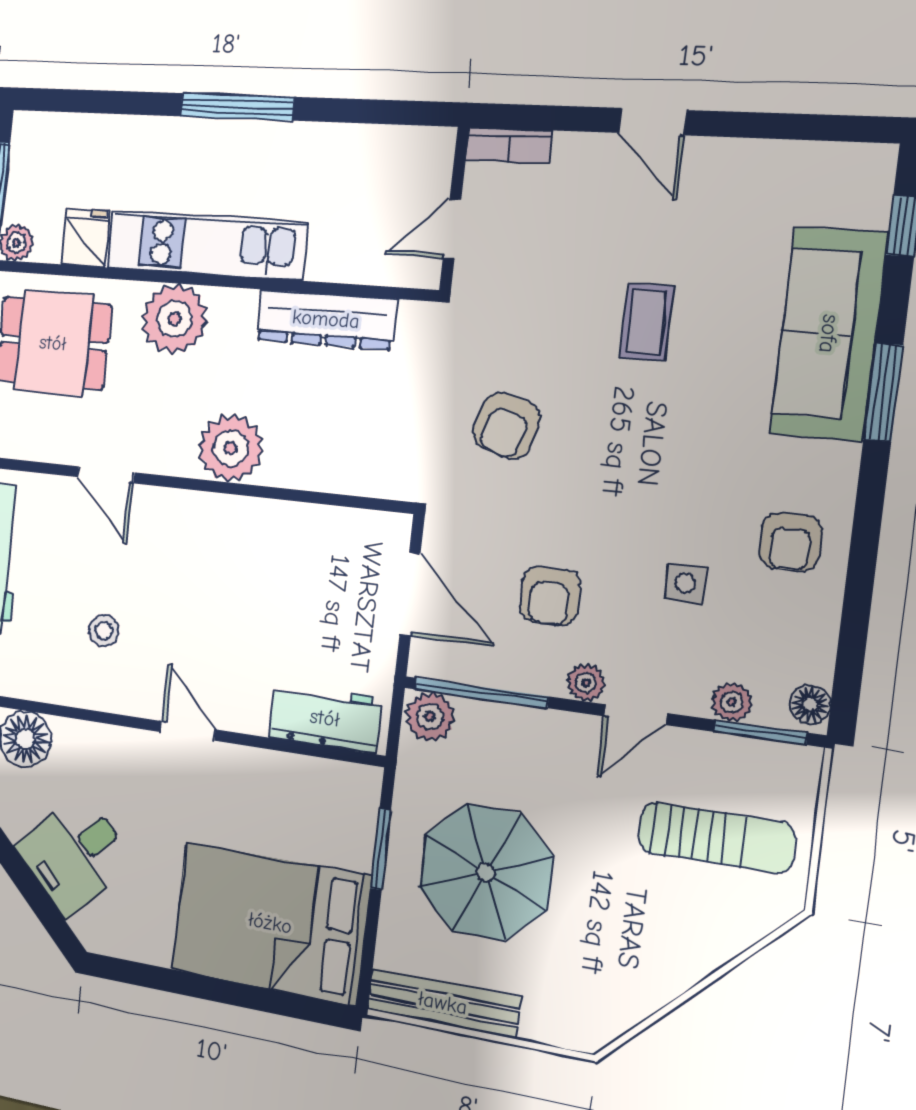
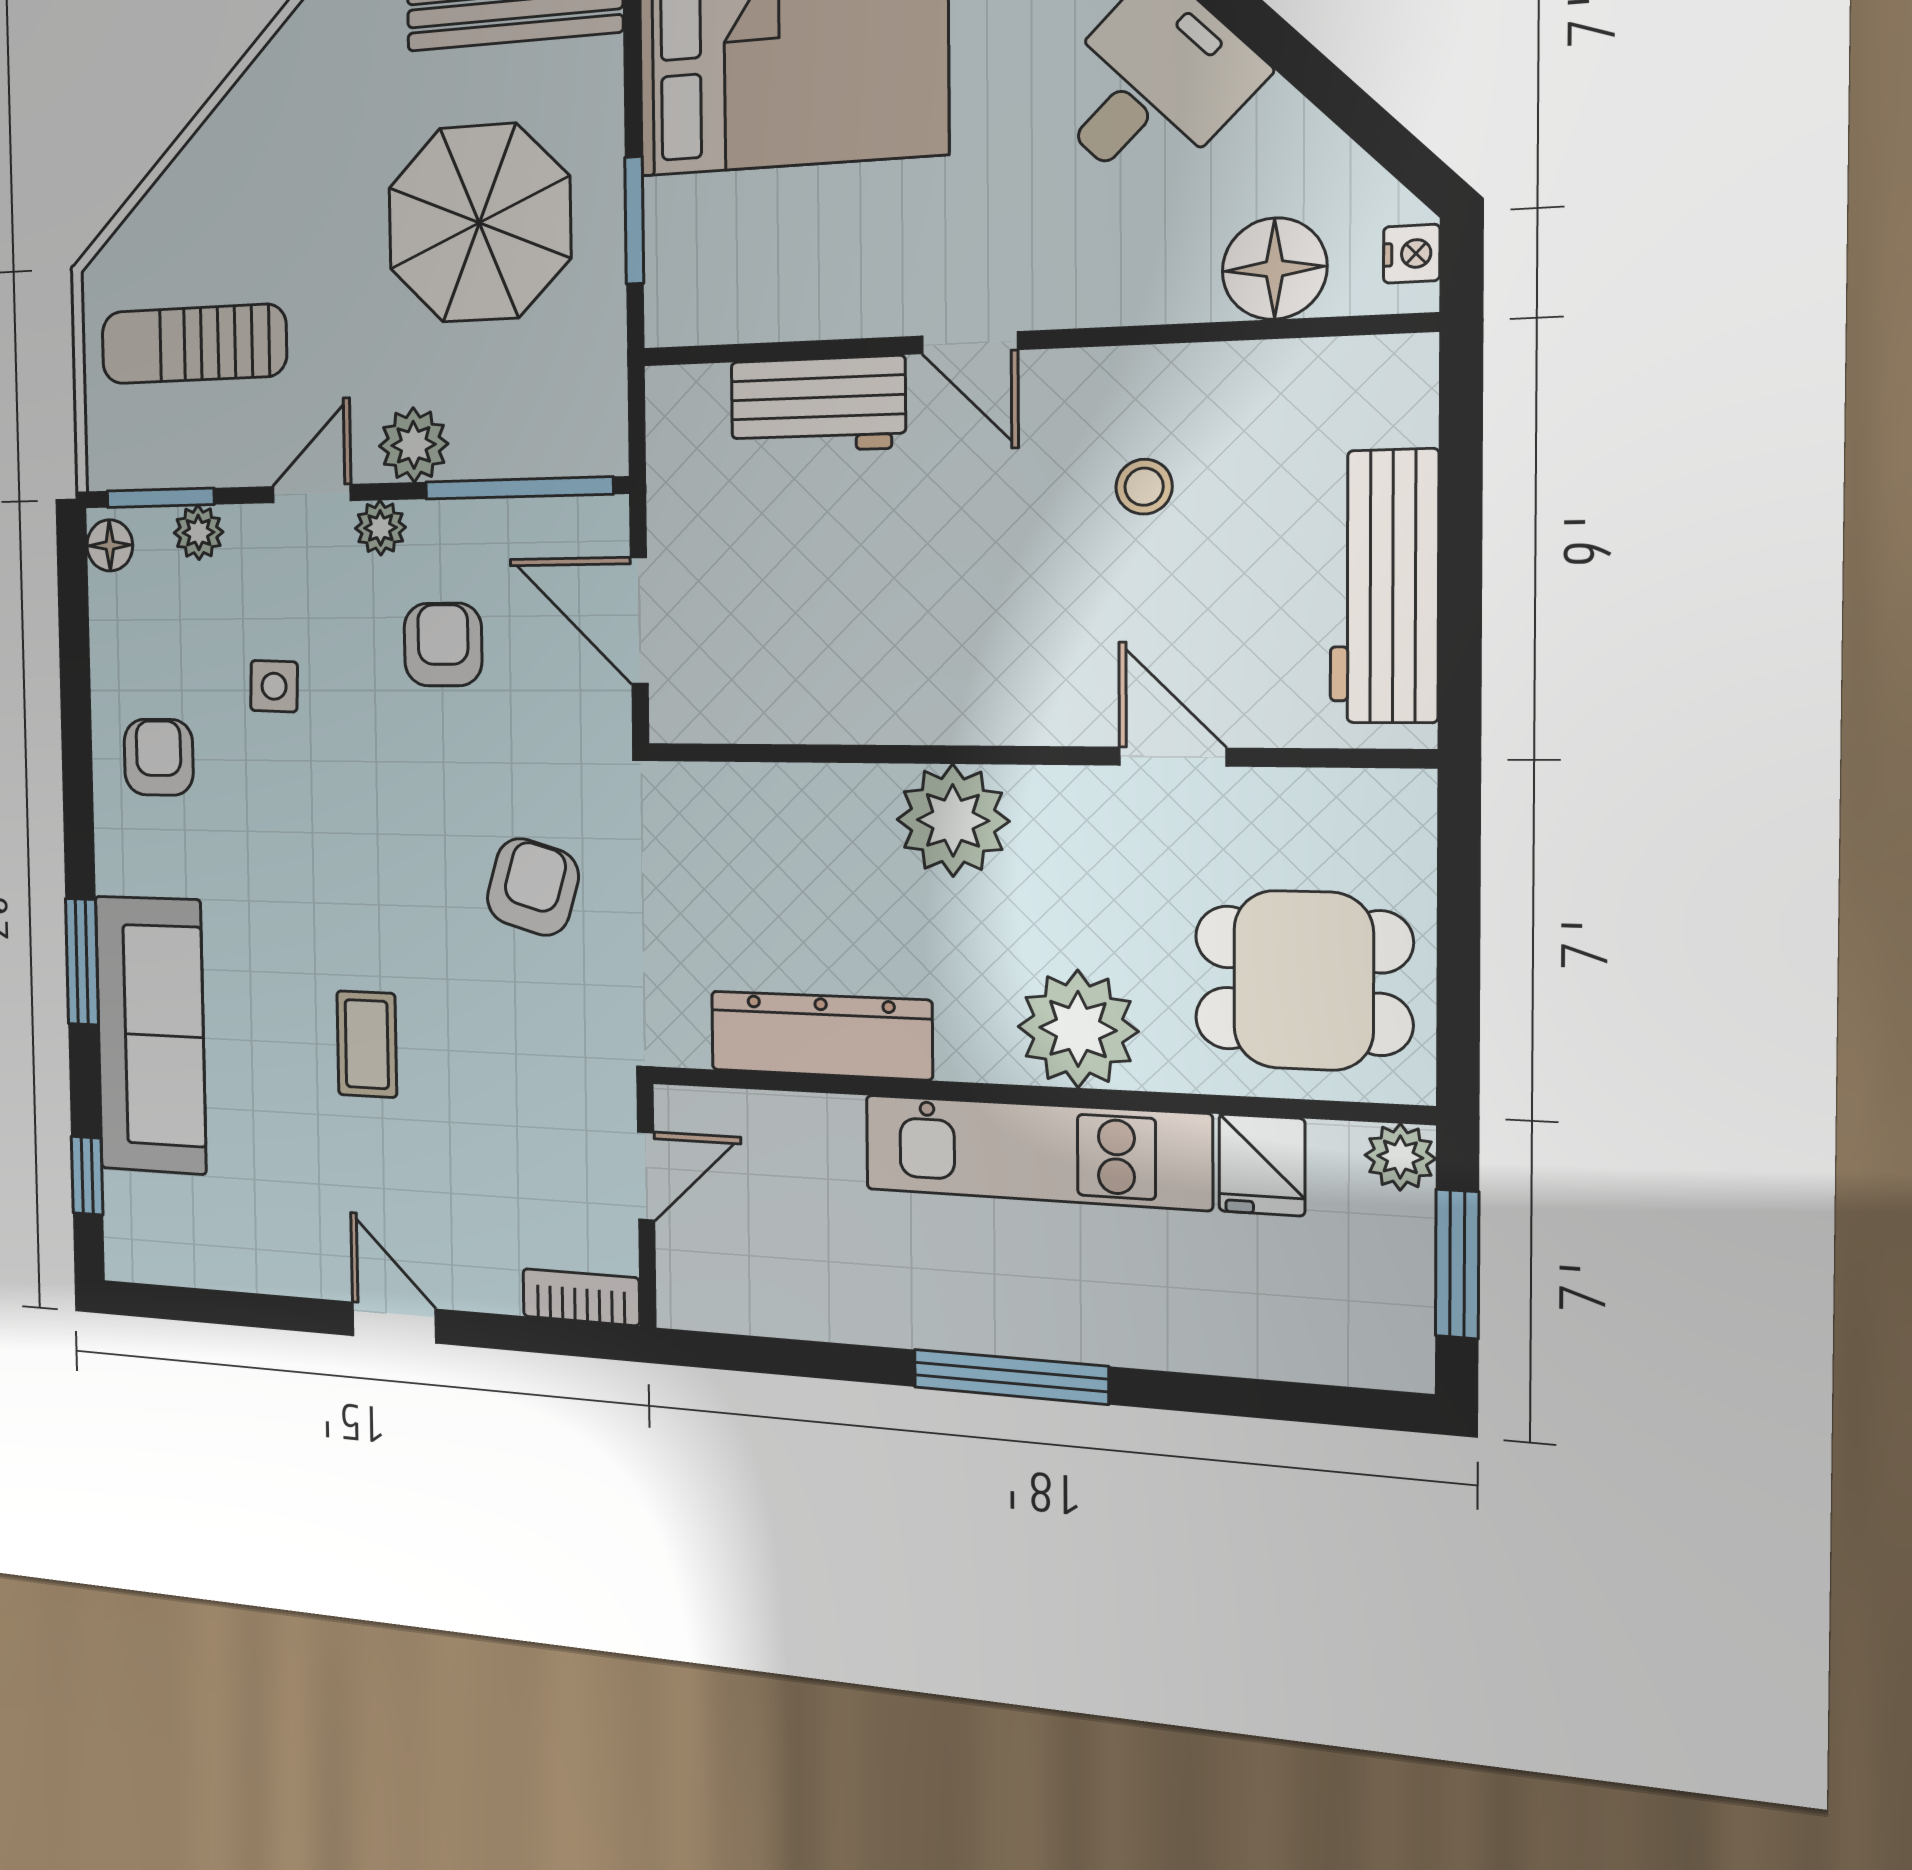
plant: (430, 717) -> (414, 445), moved
workbench: (325, 718) -> (818, 405), moved

